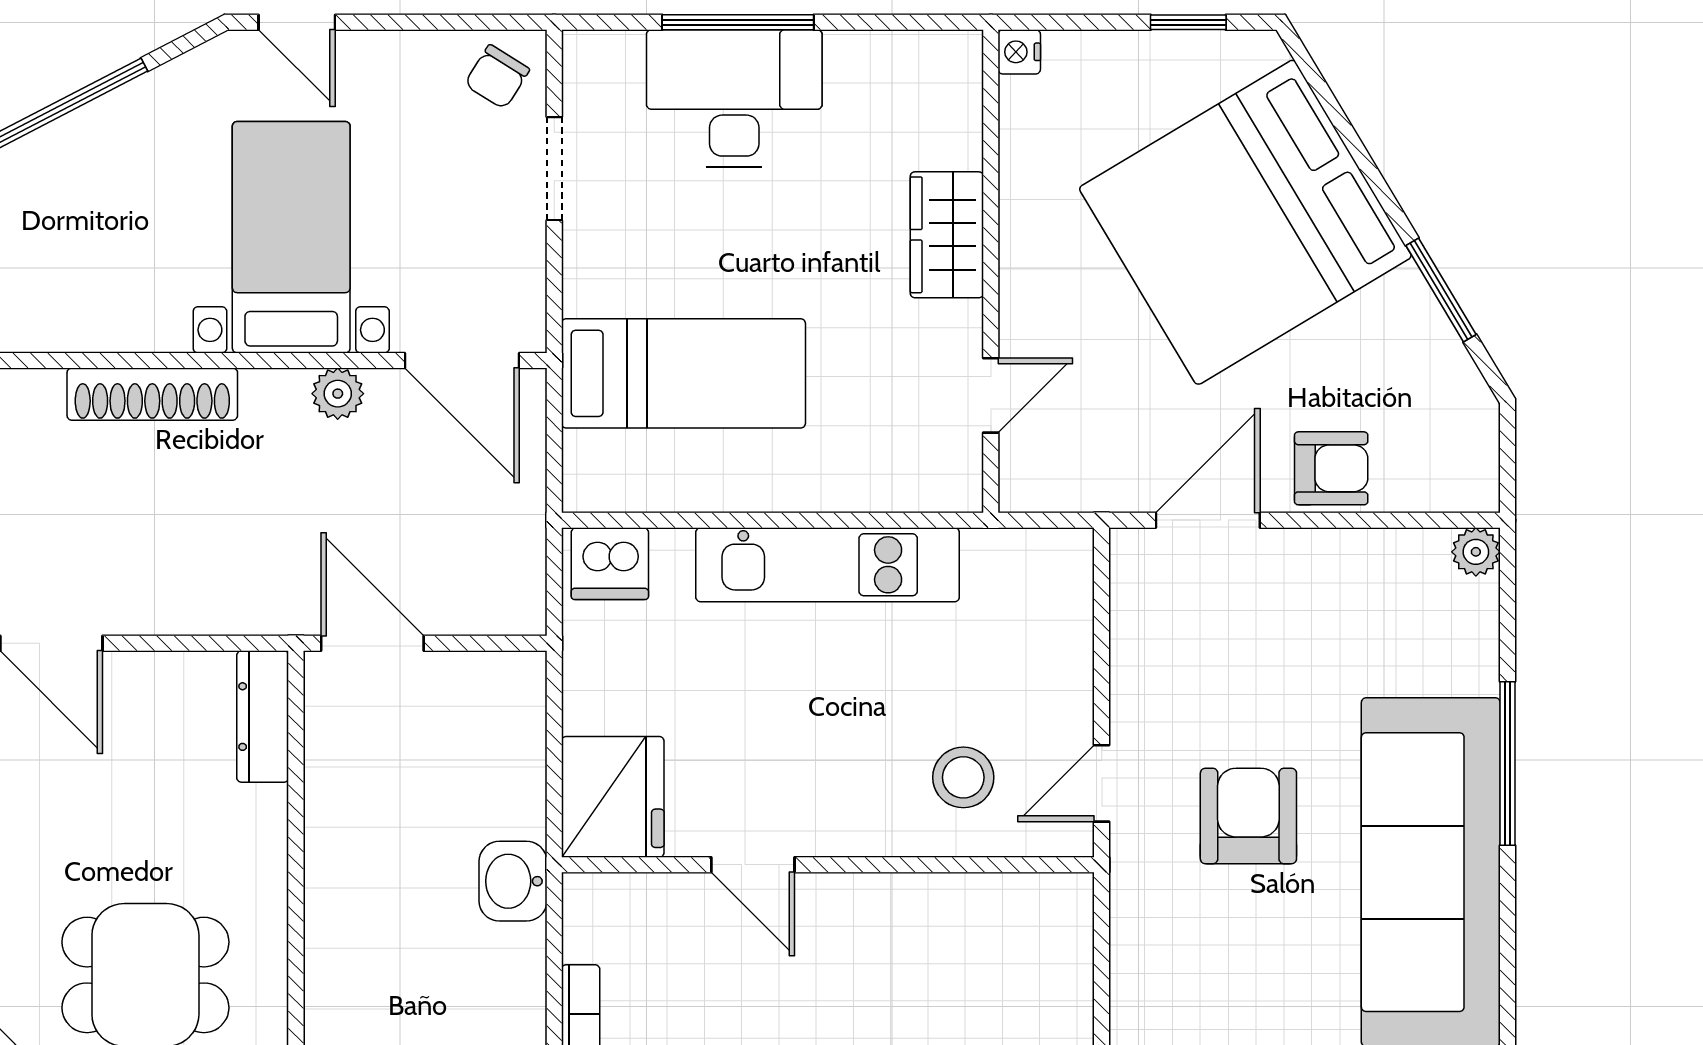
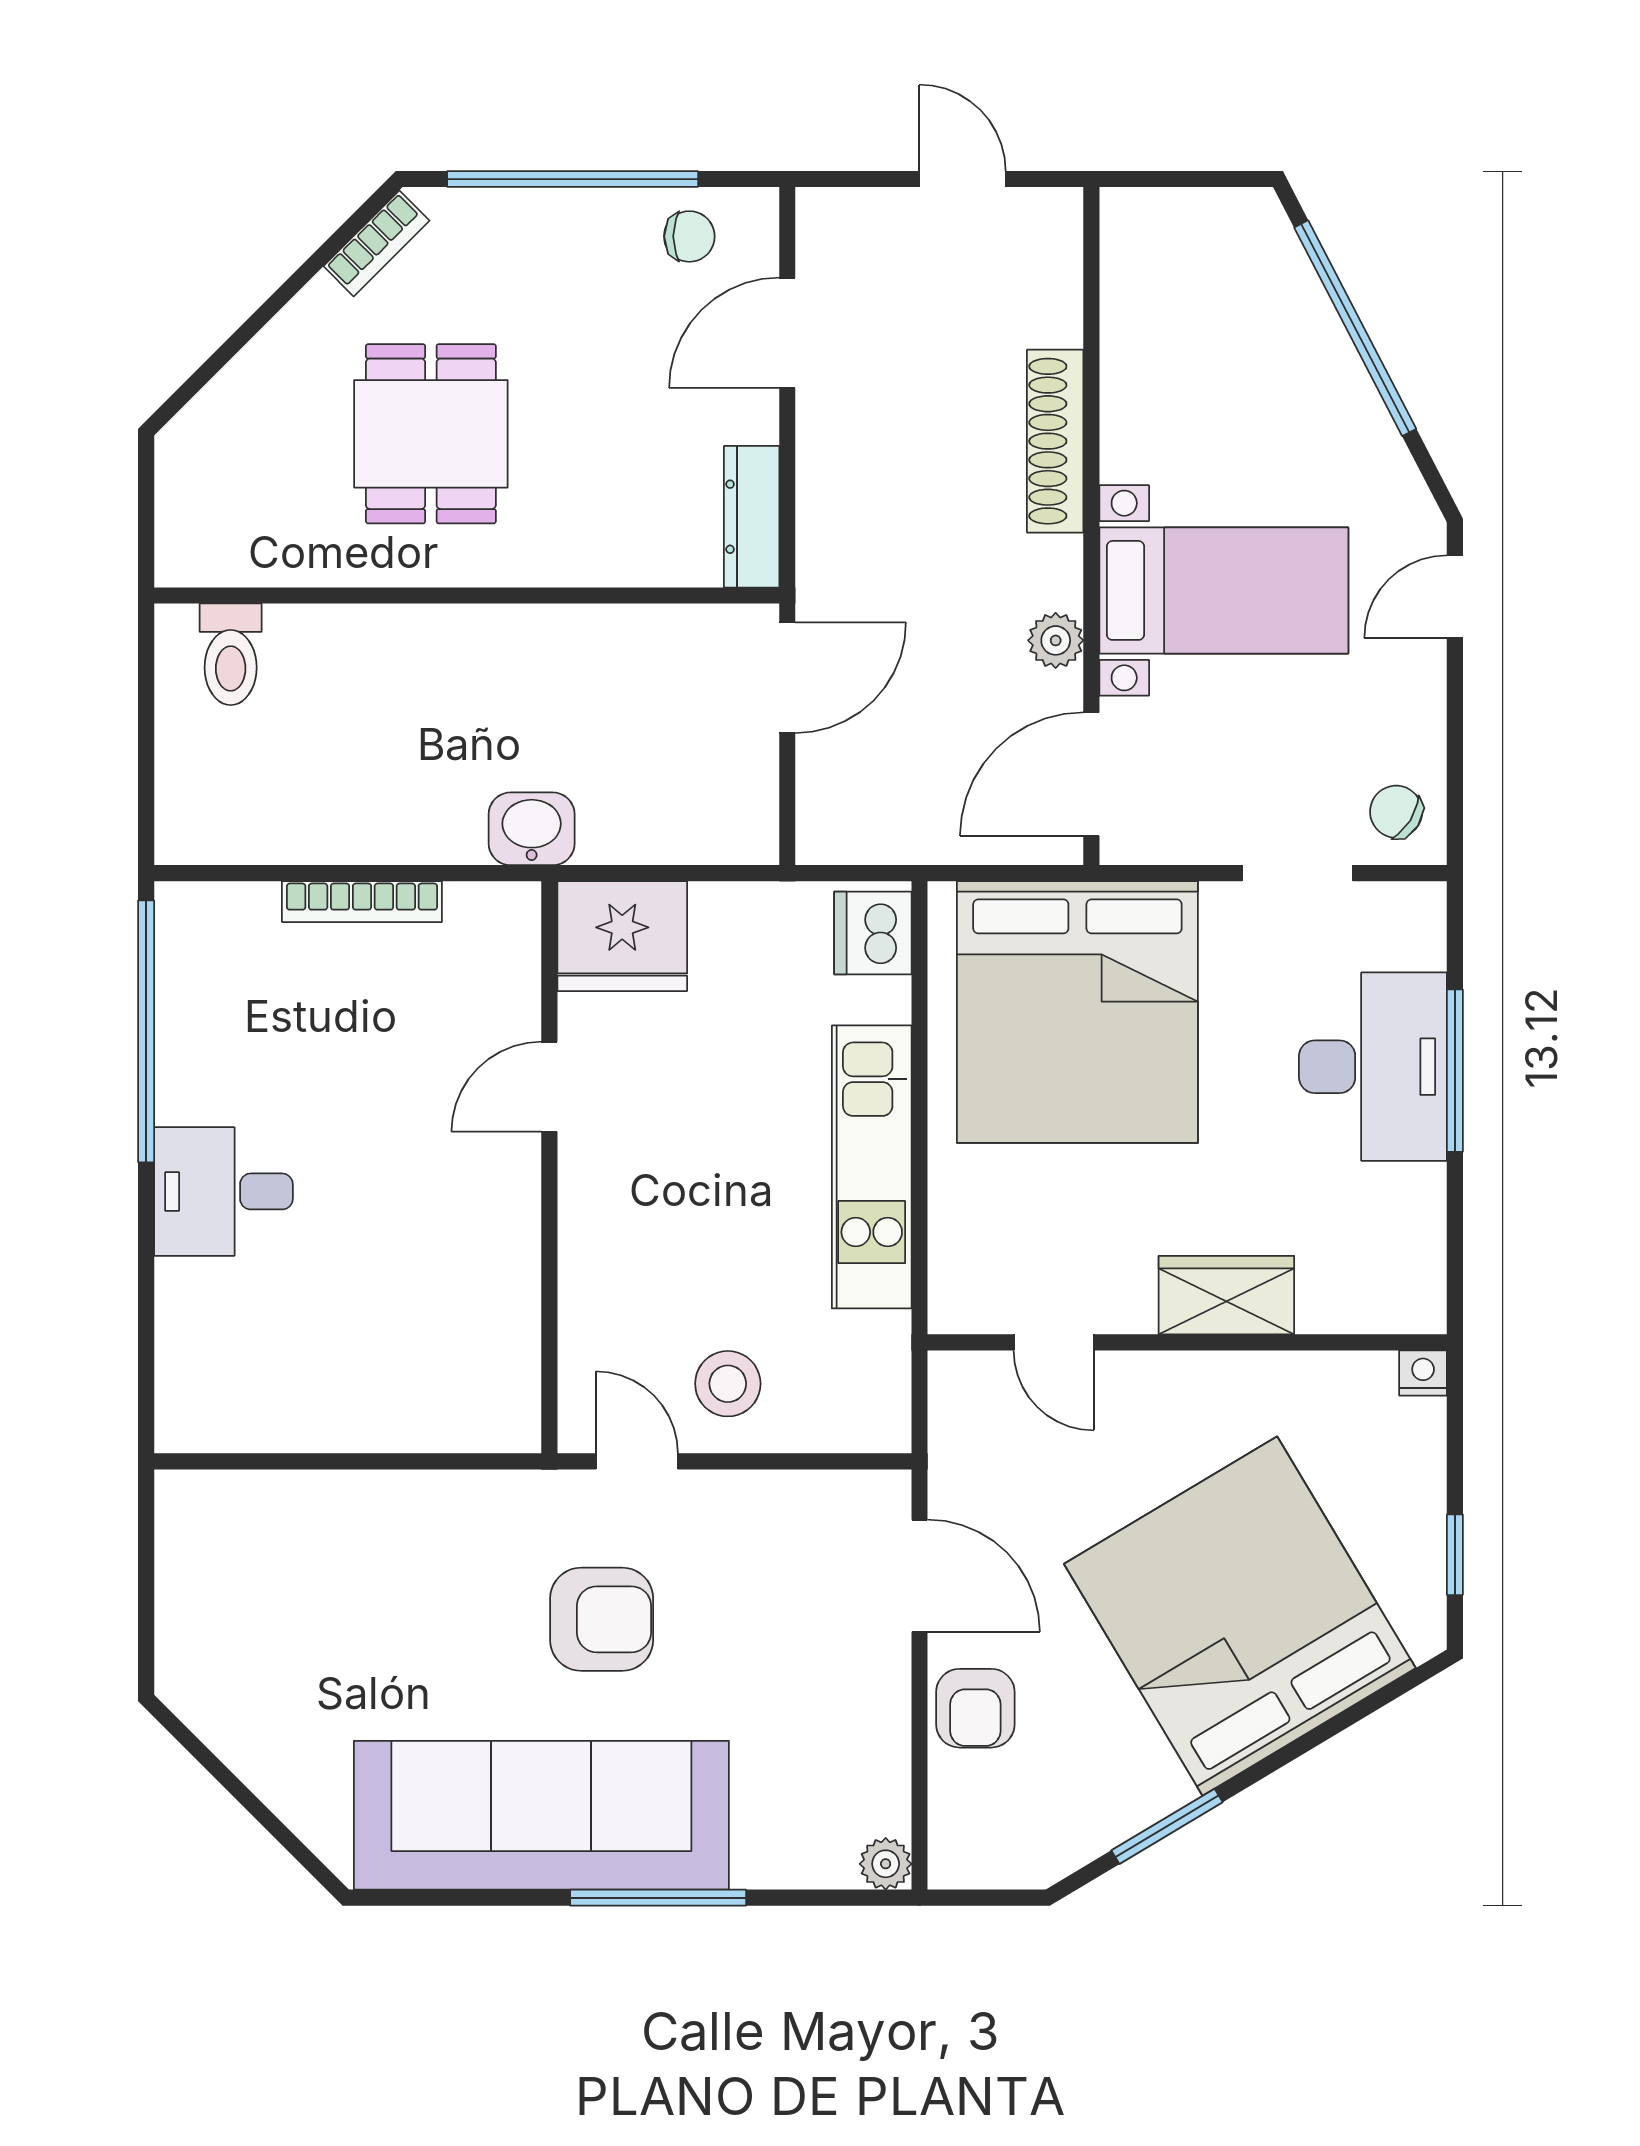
bed: (683, 373) -> (1077, 1012), width x2.04
dresser: (263, 717) -> (752, 517), moved, turned -90
stool: (963, 777) -> (728, 1384), moved

